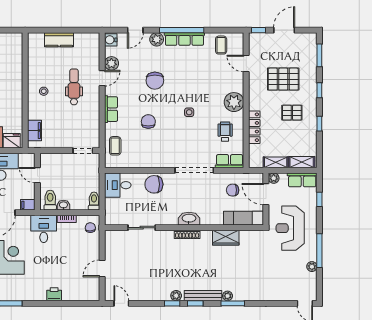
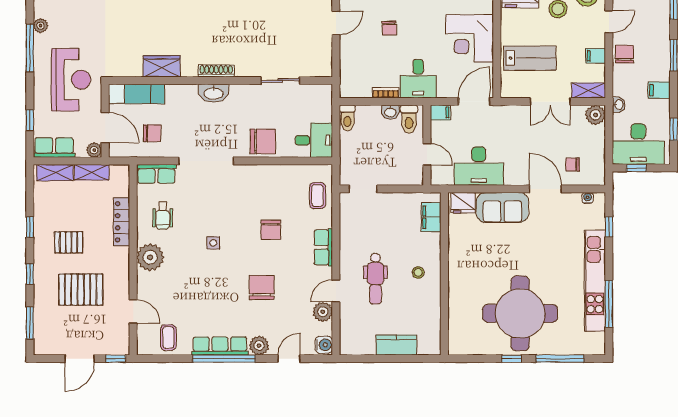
chair: (90, 228) -> (389, 28), moved

